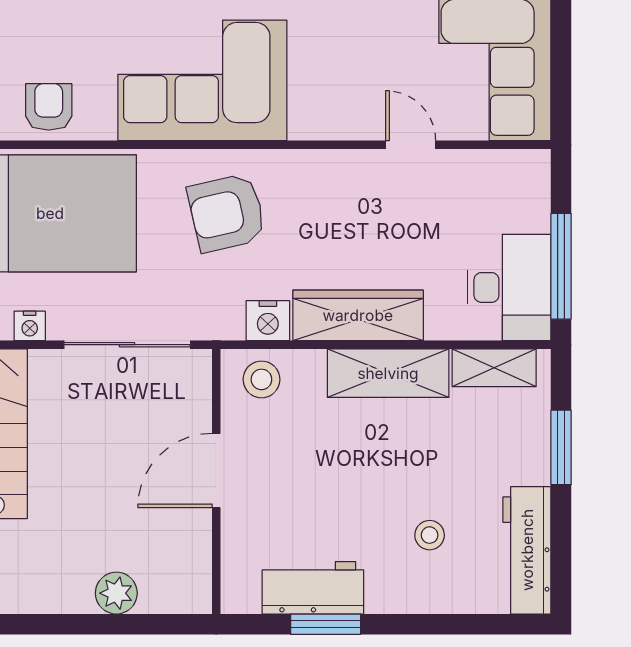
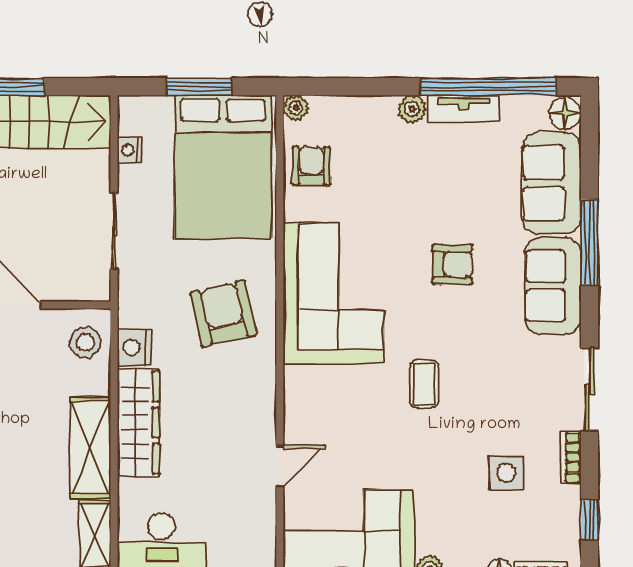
armchair: (49, 107) -> (311, 166), turned -90
sliding door: (127, 345) -> (114, 231), width x0.73

